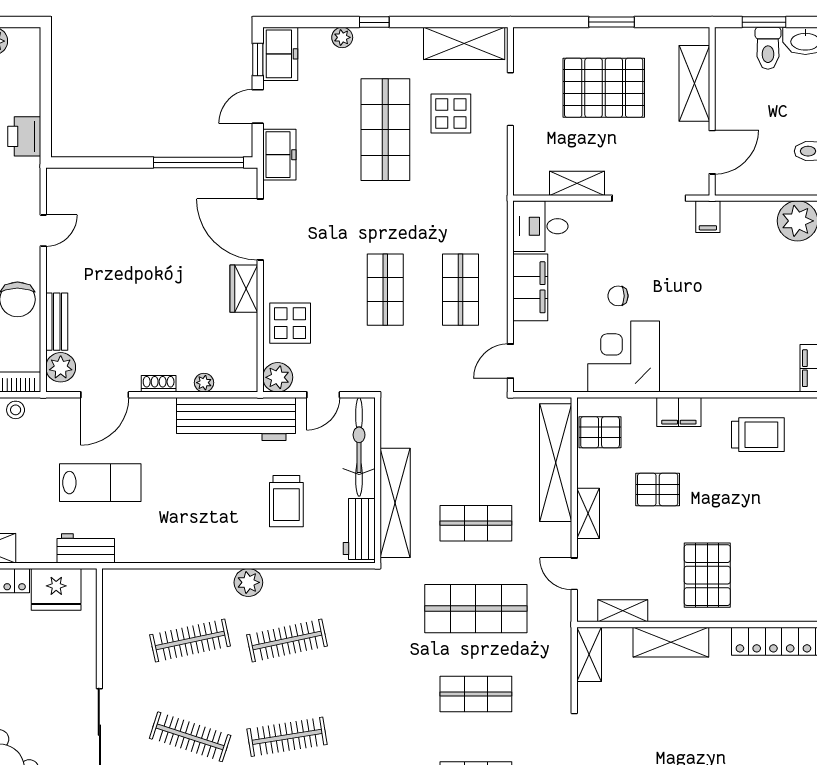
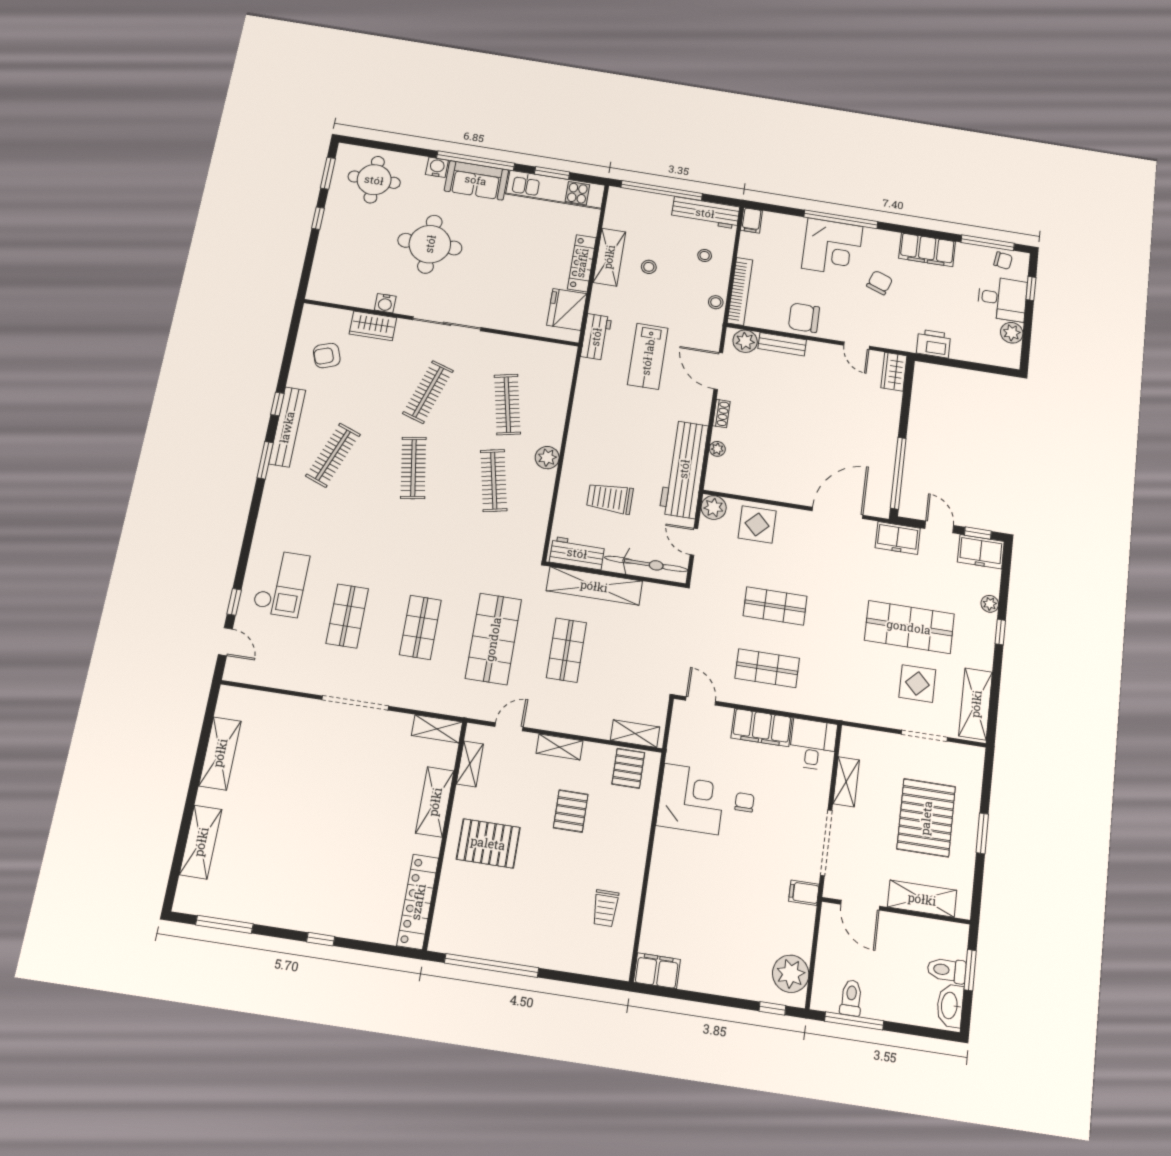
wardrobe: (244, 289) -> (894, 372), moved, turned -90
filing cabinet: (679, 412) -> (636, 840), removed
trolley: (758, 435) -> (605, 908), width x0.73, depth x0.72
shelving: (556, 463) -> (635, 734), width x0.45, depth x0.75

